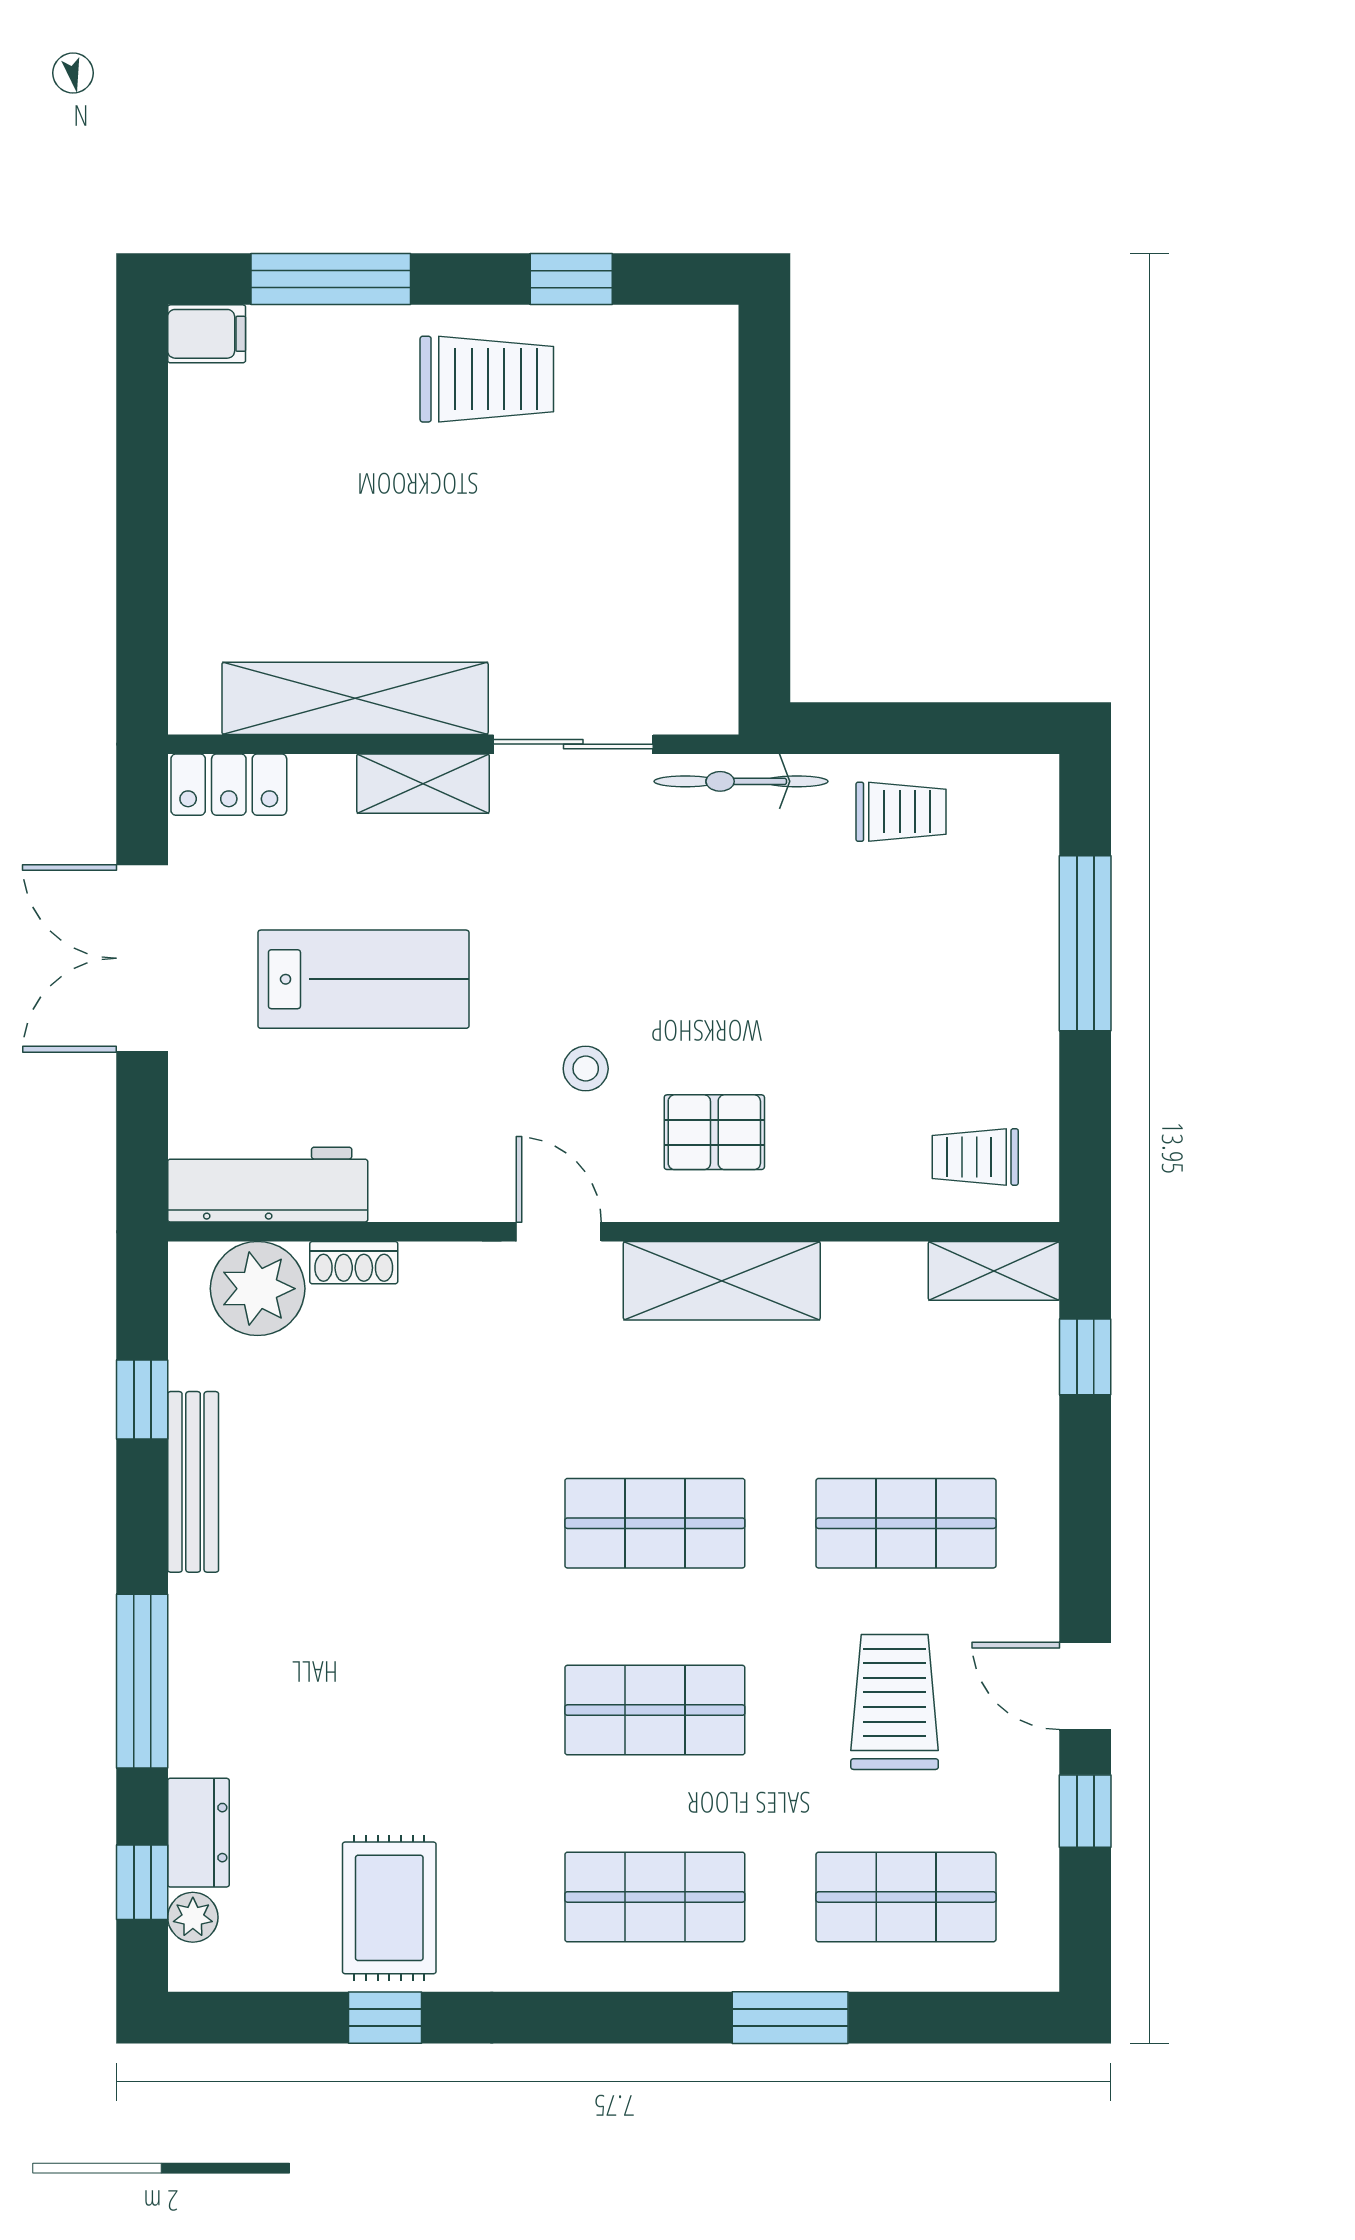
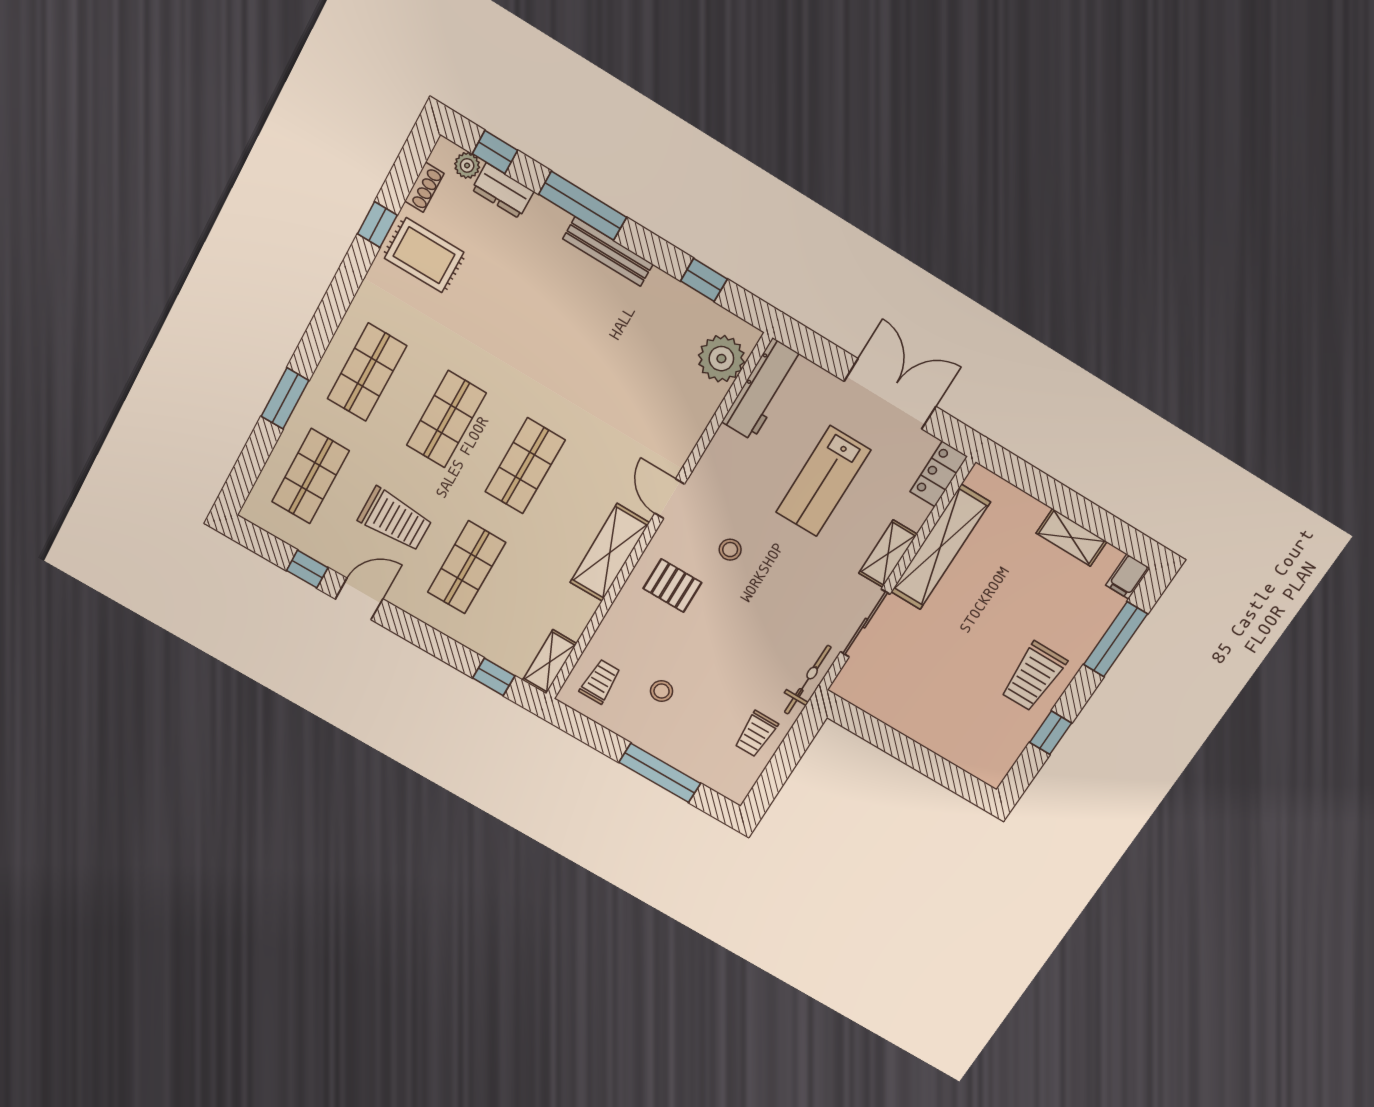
shelving: (198, 479) -> (1072, 537), added
stool: (925, 1034) -> (662, 691), added
pallet: (714, 1132) -> (672, 586), turned 90
door: (559, 1232) -> (670, 499), swing flipped
shoe rack: (354, 1263) -> (424, 187), moved, turned 180
bench: (193, 1482) -> (608, 252), moved

